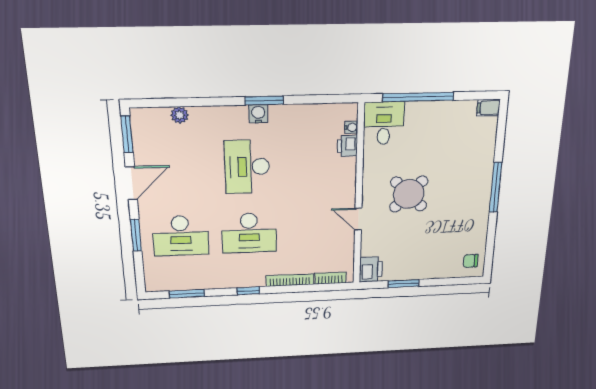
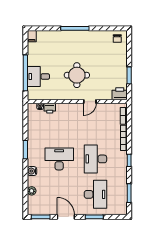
water cooler: (258, 114) -> (32, 171), moved
desk: (384, 123) -> (38, 77), moved
desk: (247, 167) -> (59, 159), turned 180
round table: (409, 194) -> (77, 75), turned 45
desk: (249, 233) -> (95, 159), turned 180

